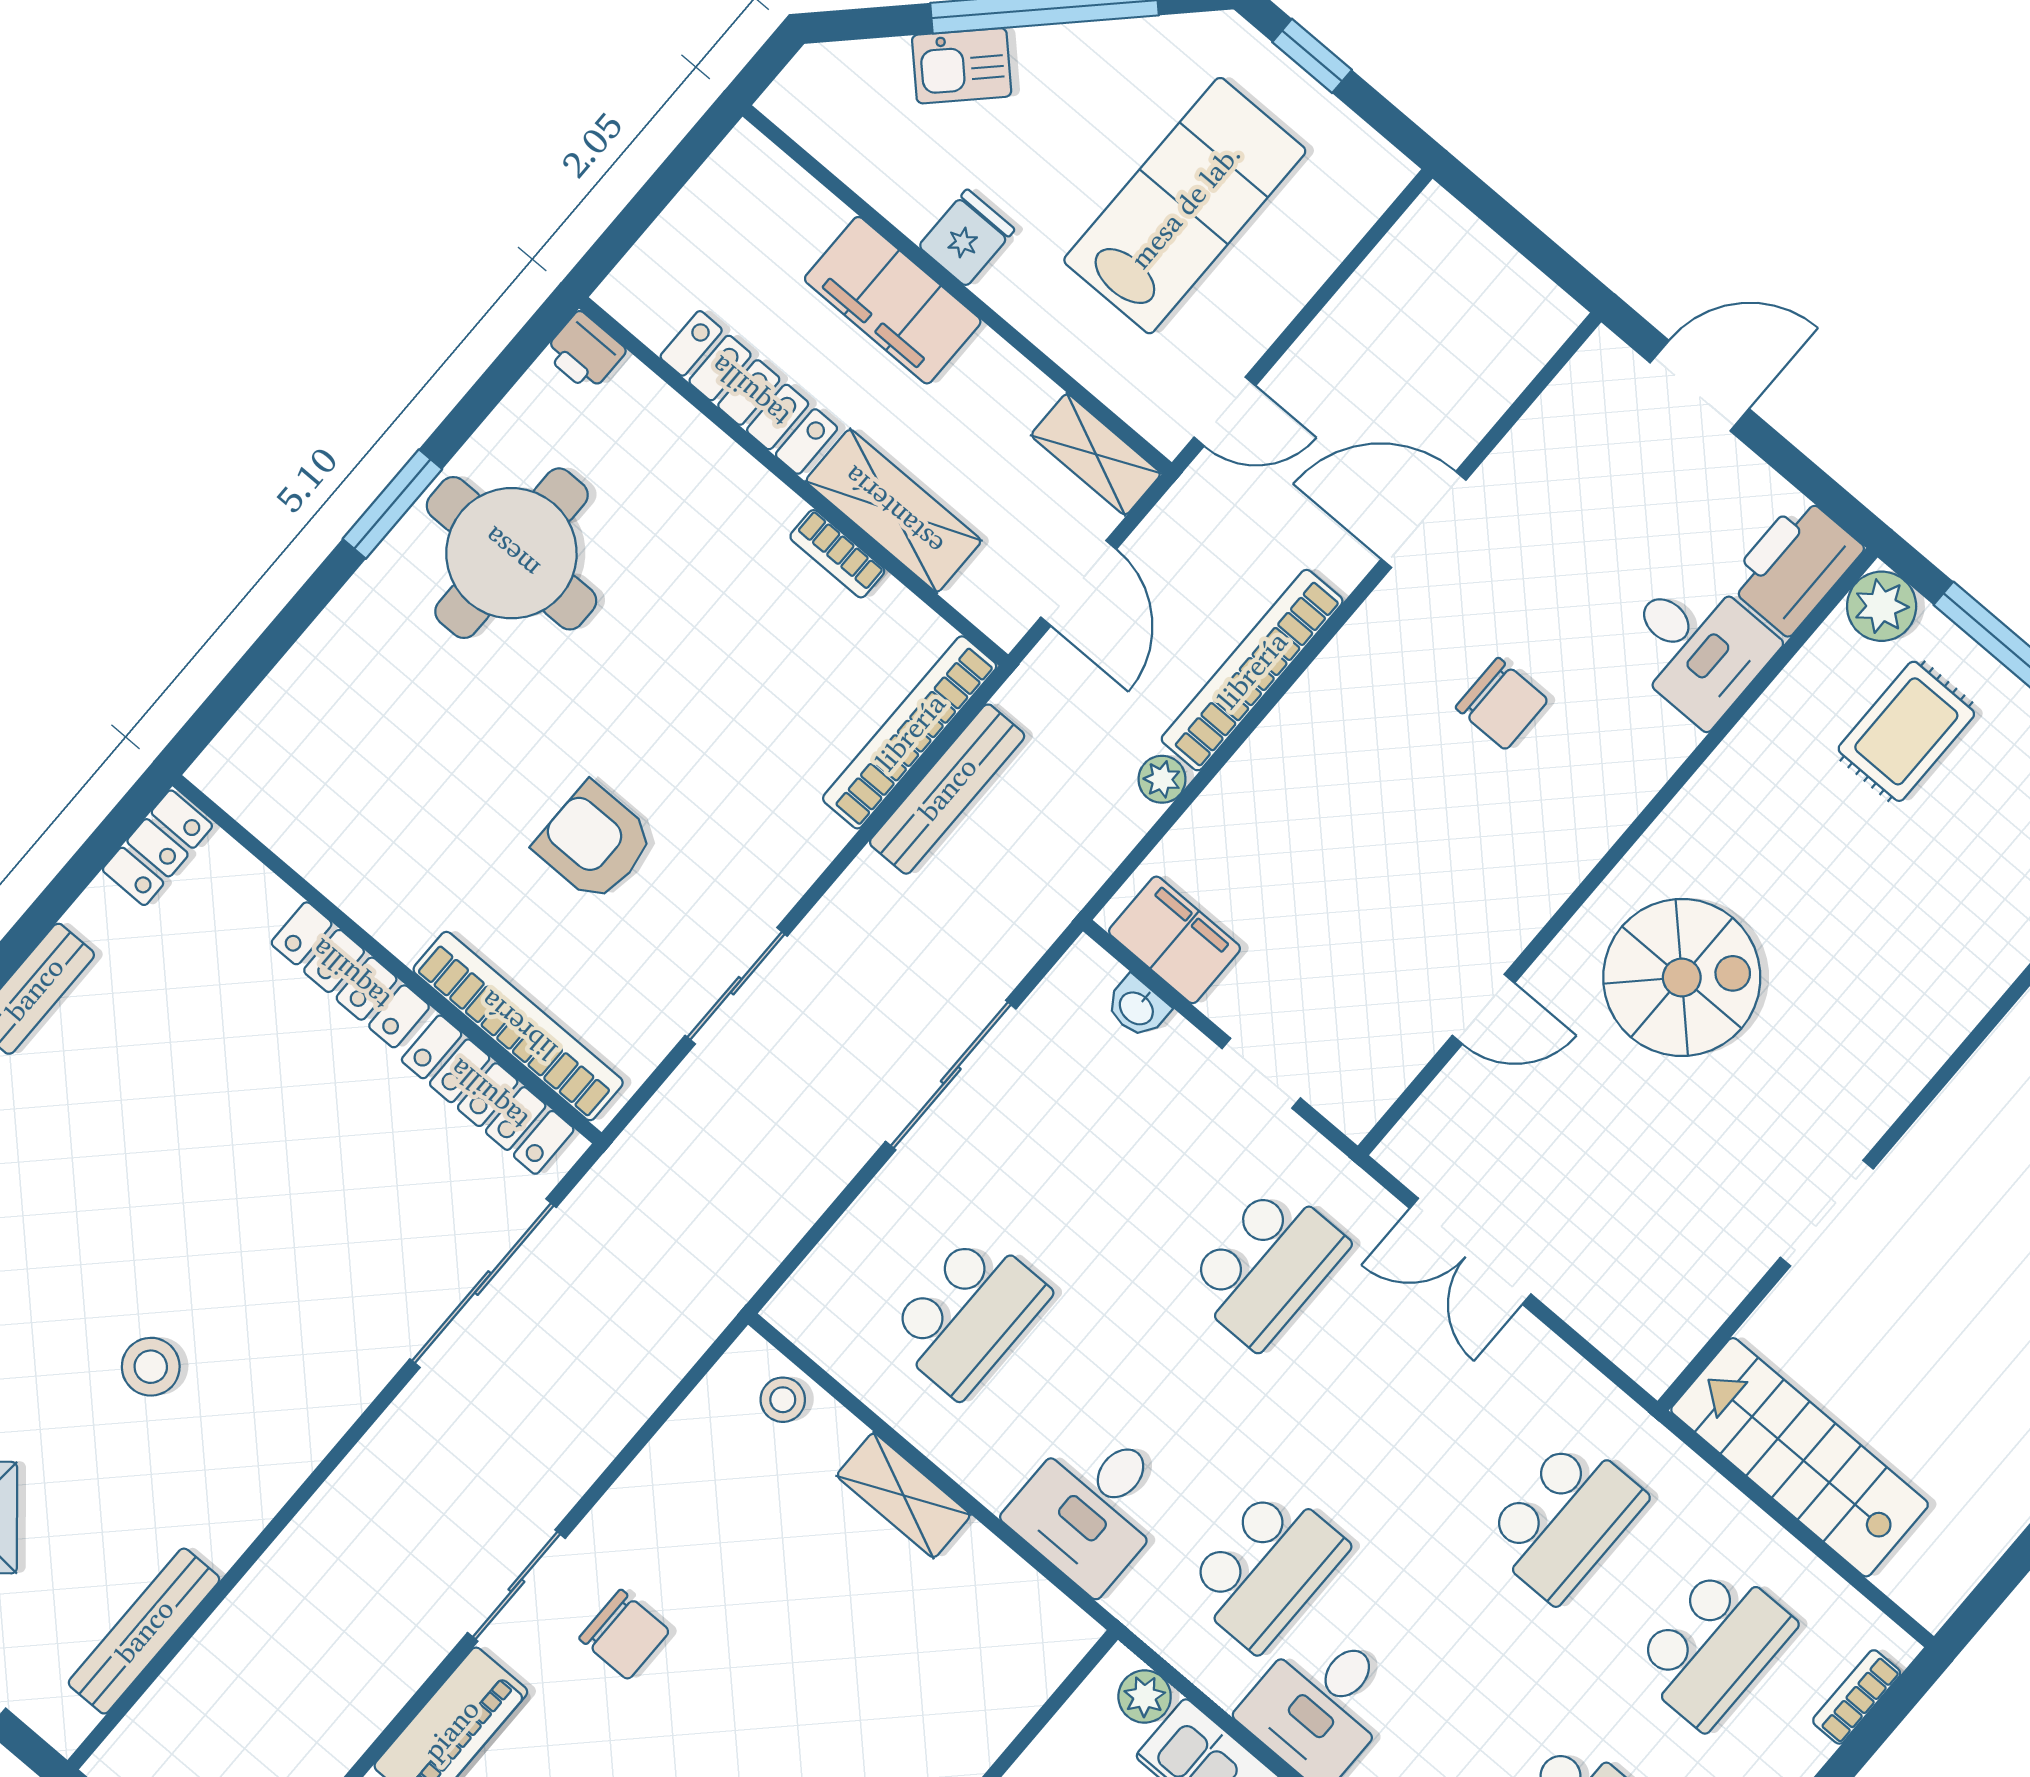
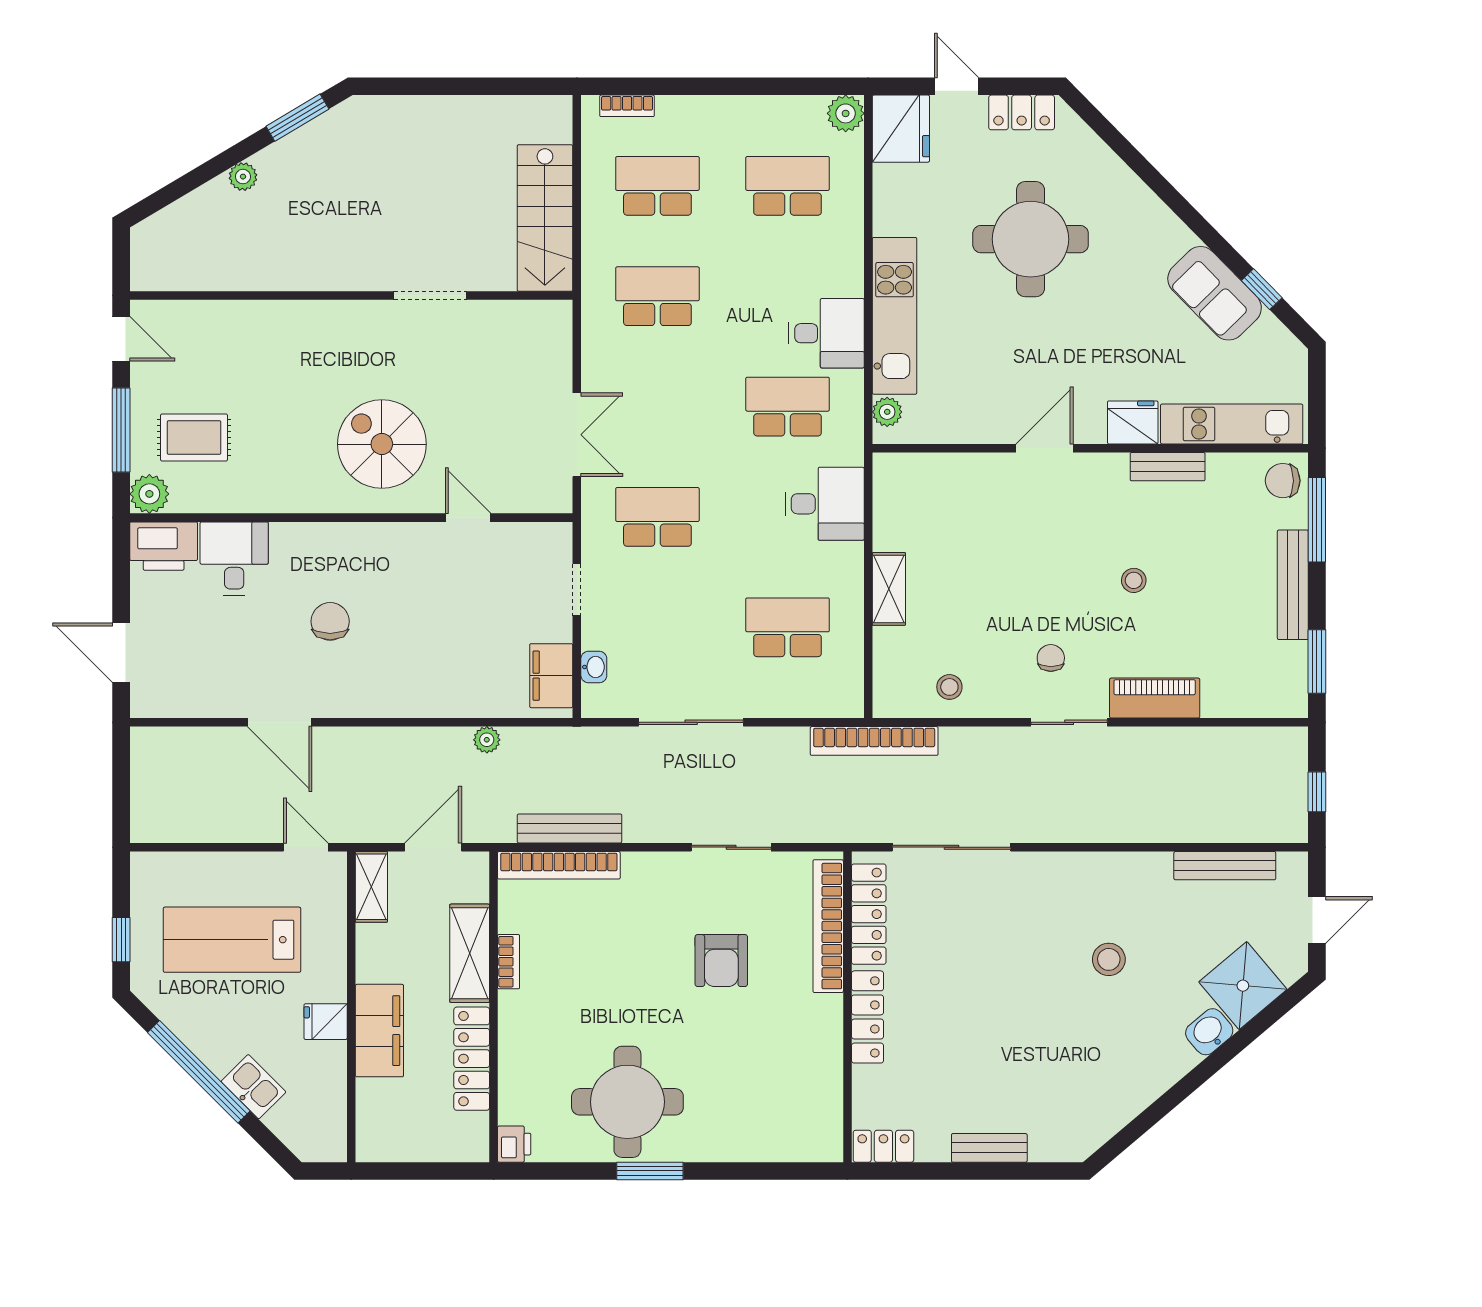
bookcase: (1252, 670) -> (874, 741), moved
stool: (783, 1400) -> (949, 687), moved
chair: (624, 1635) -> (1051, 658), width x0.73, depth x0.73

